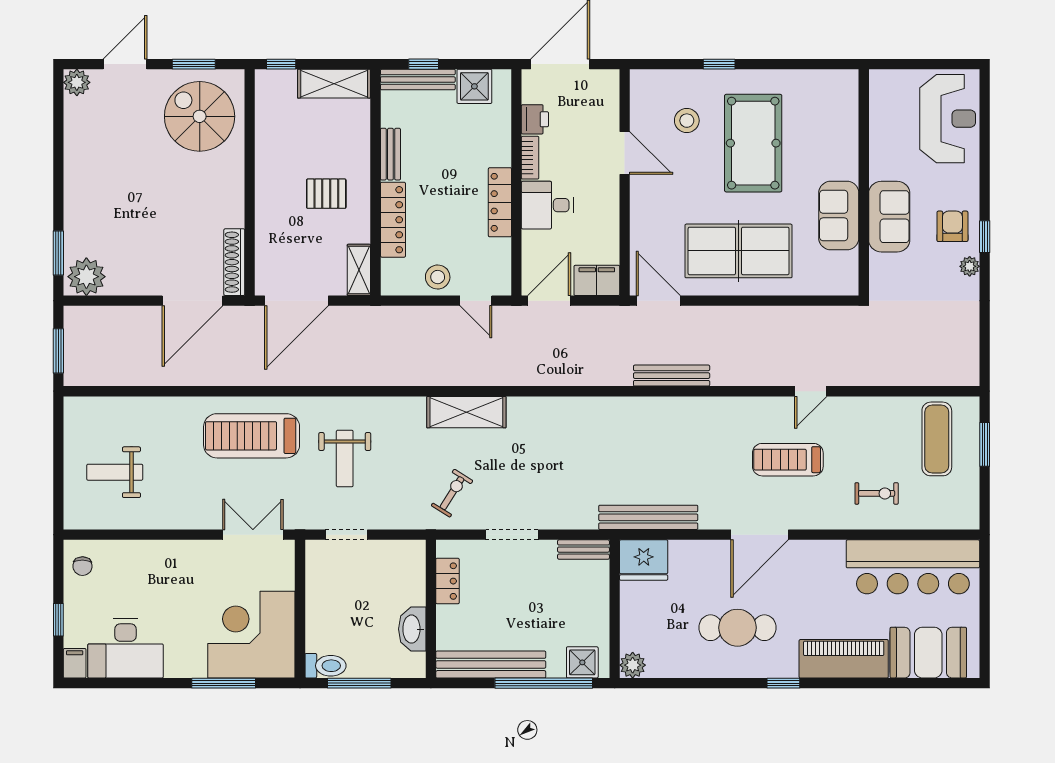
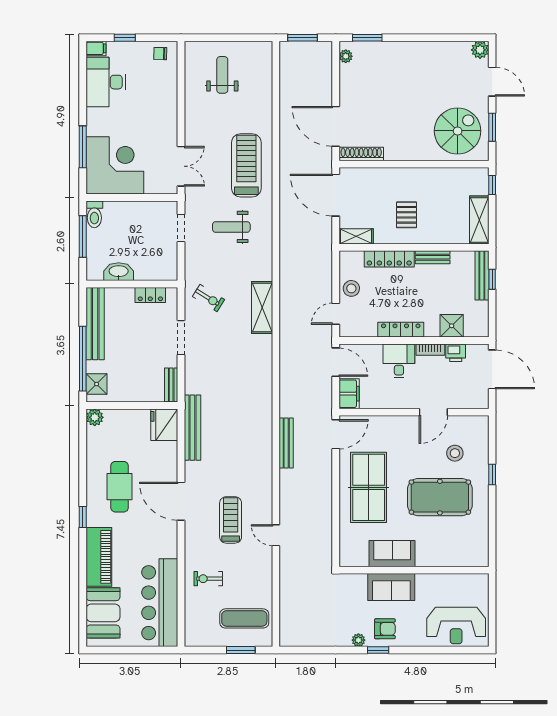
shower: (474, 86) -> (452, 326), moved
plant: (86, 277) -> (346, 56), width x0.53, depth x0.53
exercise bike: (877, 493) -> (208, 579), turned 90

